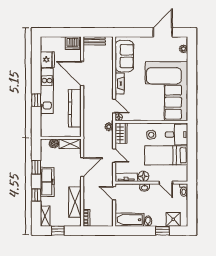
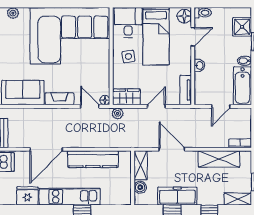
door: (114, 106) -> (90, 106), hinge flipped
floor lamp: (143, 176) -> (184, 16), moved
freezer: (47, 182) -> (177, 196), moved
door: (114, 193) -> (221, 106), moved

